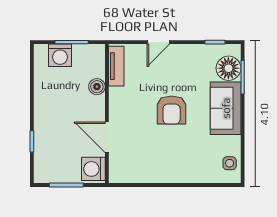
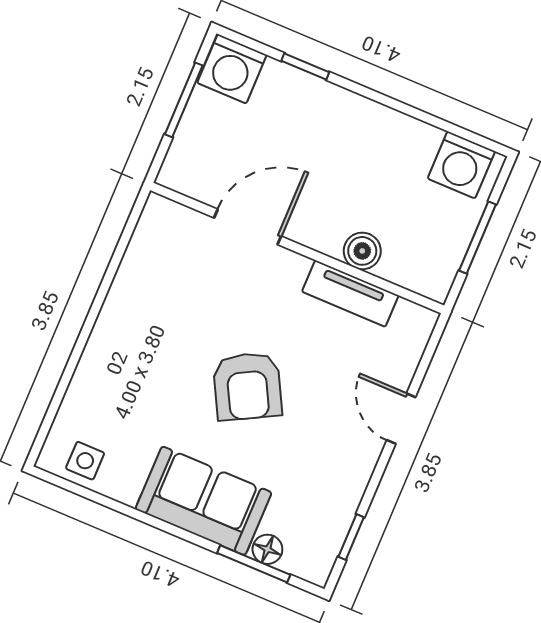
washing machine: (60, 55) -> (461, 165), moved, turned -90
tv unit: (116, 66) -> (350, 294), moved
floor lamp: (228, 68) -> (267, 549), width x0.53, depth x0.53
armchair: (172, 110) -> (247, 386), turned -118
washing machine: (93, 169) -> (232, 69), moved, turned 180

